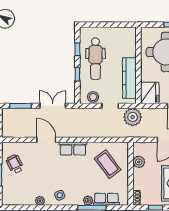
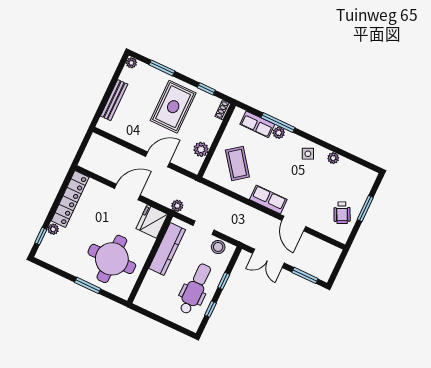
plant: (133, 117) -> (177, 206), width x0.53, depth x0.53

